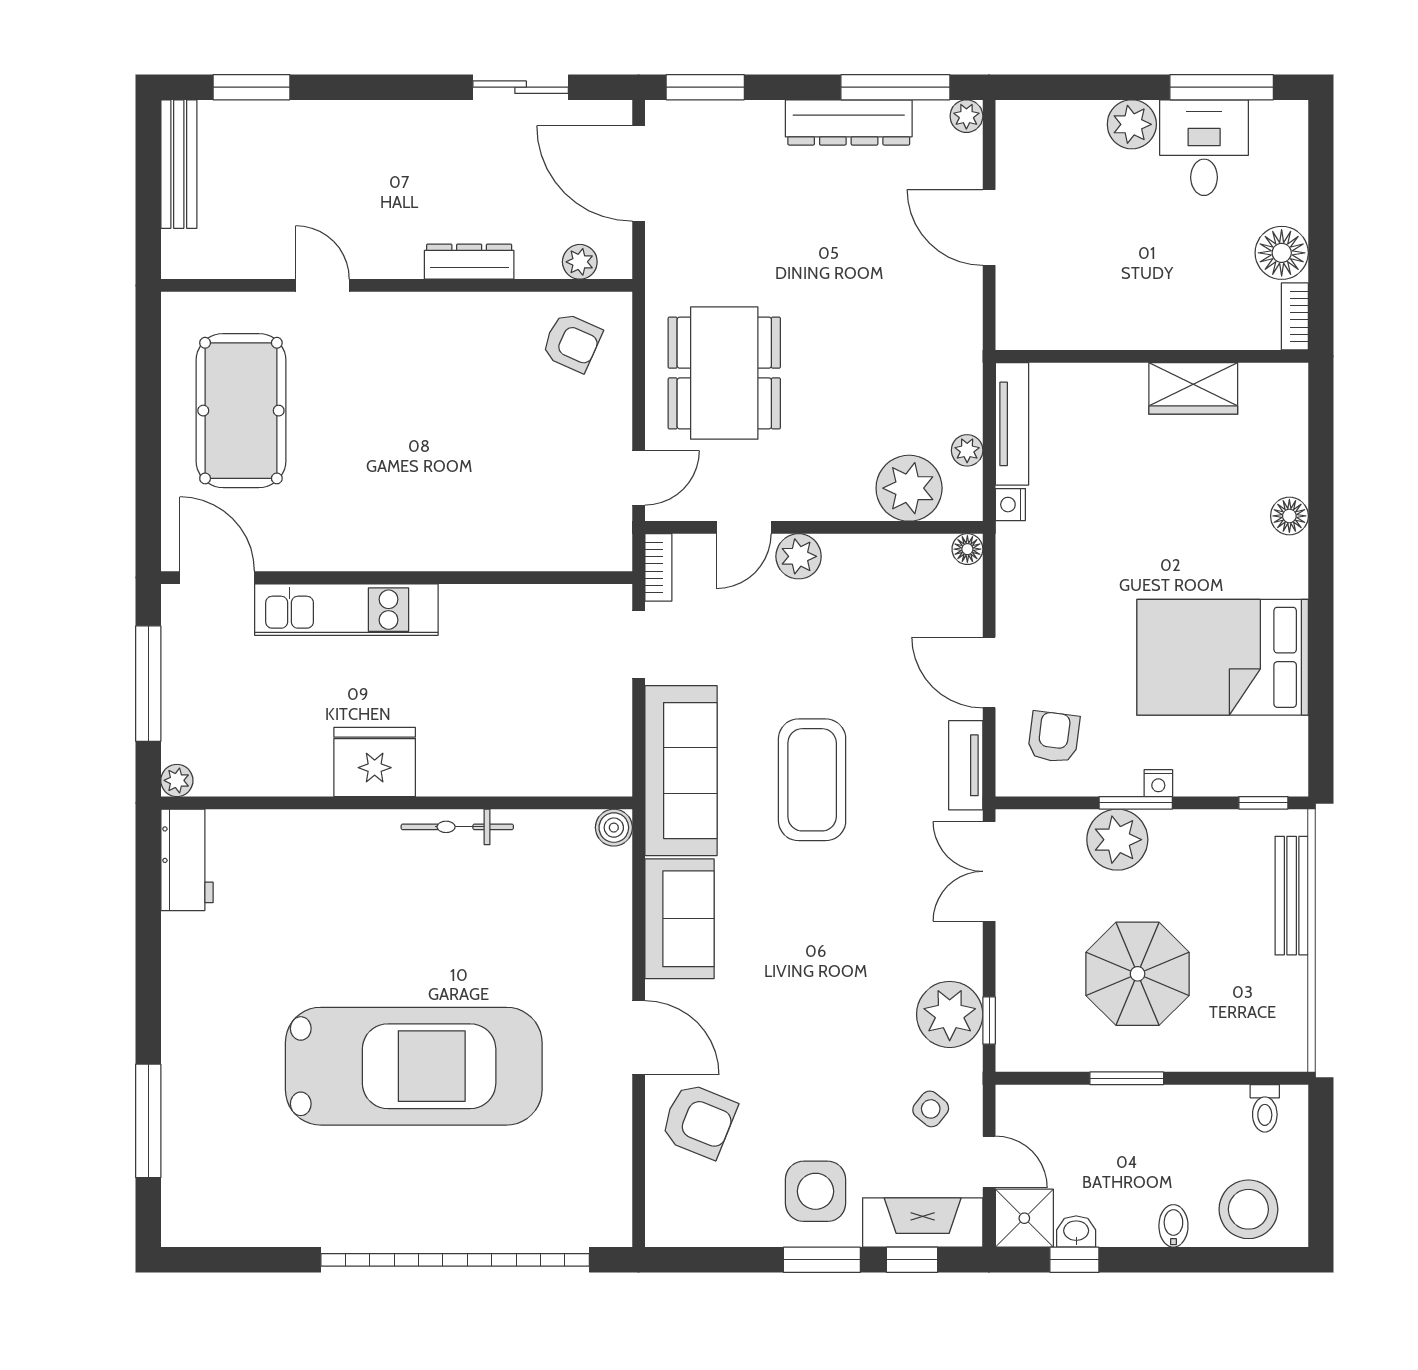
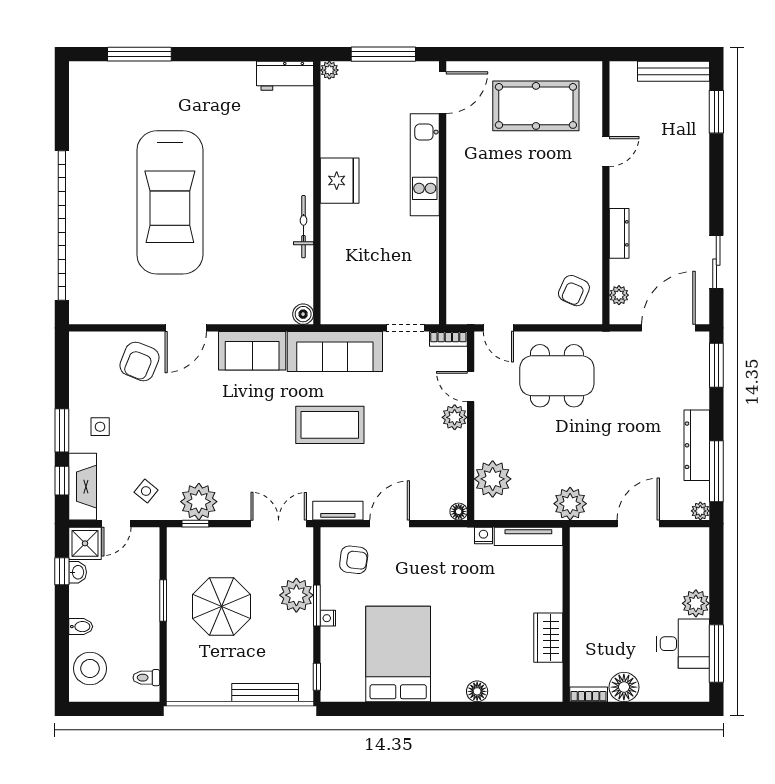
plant: (967, 450) -> (570, 504), moved, width x1.88, depth x1.88
side table: (816, 1191) -> (100, 427), width x0.54, depth x0.54

